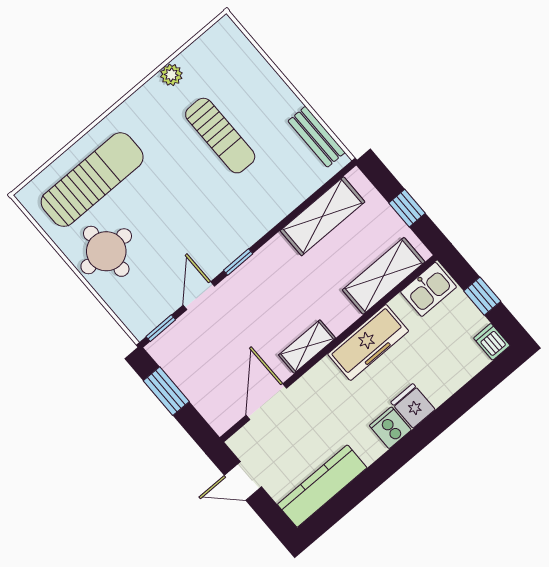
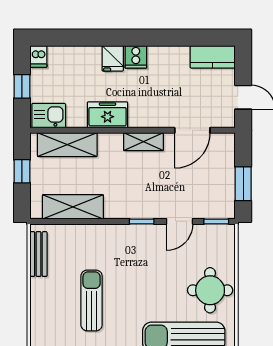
freezer: (368, 342) -> (108, 115), width x0.71
kitchen counter: (322, 486) -> (213, 57), width x0.67

